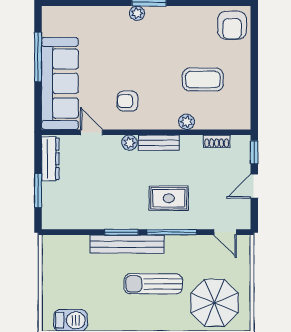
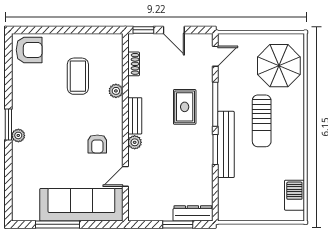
dresser: (50, 159) -> (193, 213), moved

